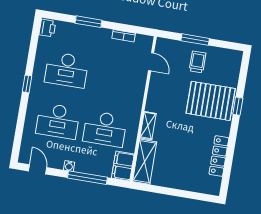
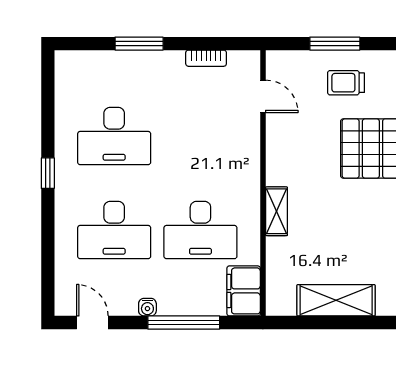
printer: (47, 28) -> (68, 67), removed
trolley: (198, 62) -> (346, 83), turned -90
shelving: (145, 162) -> (336, 300), moved, turned 90

